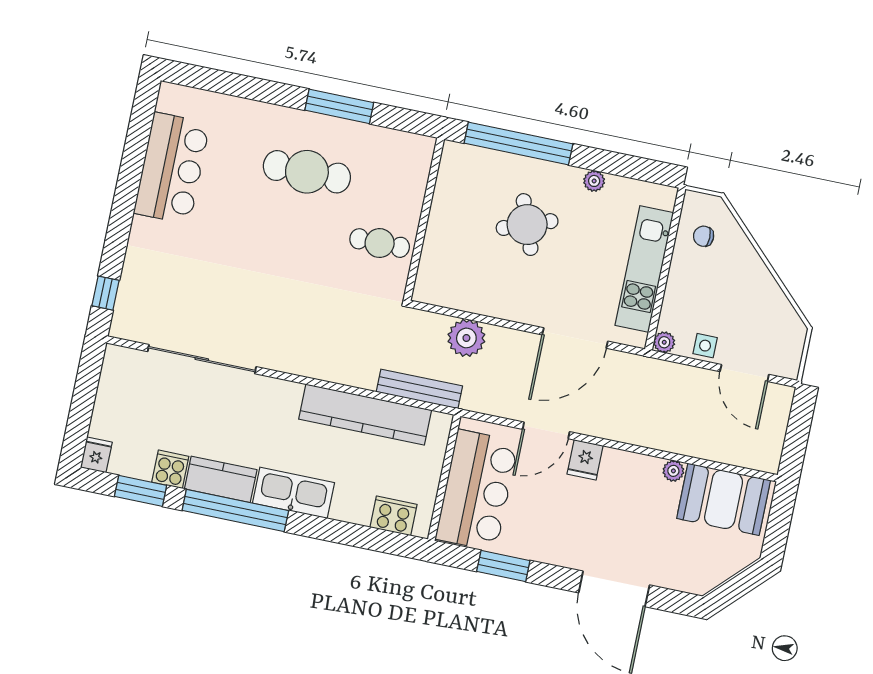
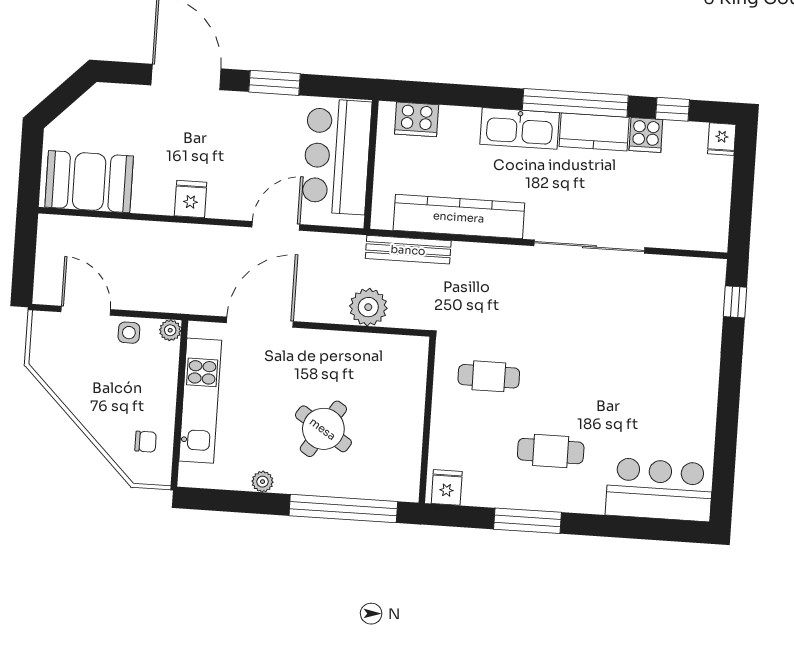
fridge: (414, 150) -> (447, 487), added
bar counter: (172, 168) -> (659, 490), moved, turned 90
cafe table: (307, 172) -> (551, 451), width x0.73, depth x0.74
round table: (527, 225) -> (323, 429), turned -37
cafe table: (380, 243) -> (489, 376), moved
sliding door: (202, 359) -> (589, 247), moved
fridge: (585, 460) -> (191, 199), moved
plant: (673, 471) -> (143, 203), removed
window: (141, 491) -> (673, 109), width x0.67
window: (503, 566) -> (274, 83), moved

